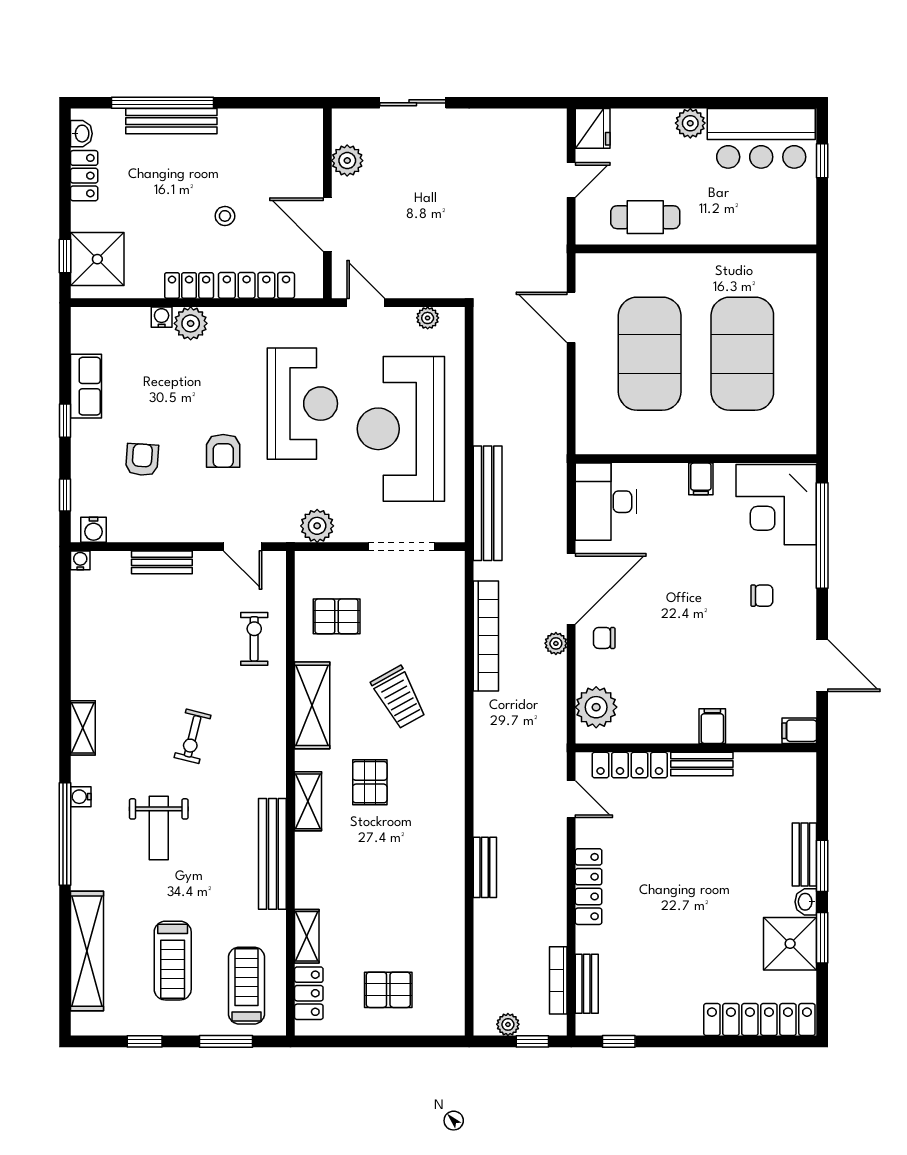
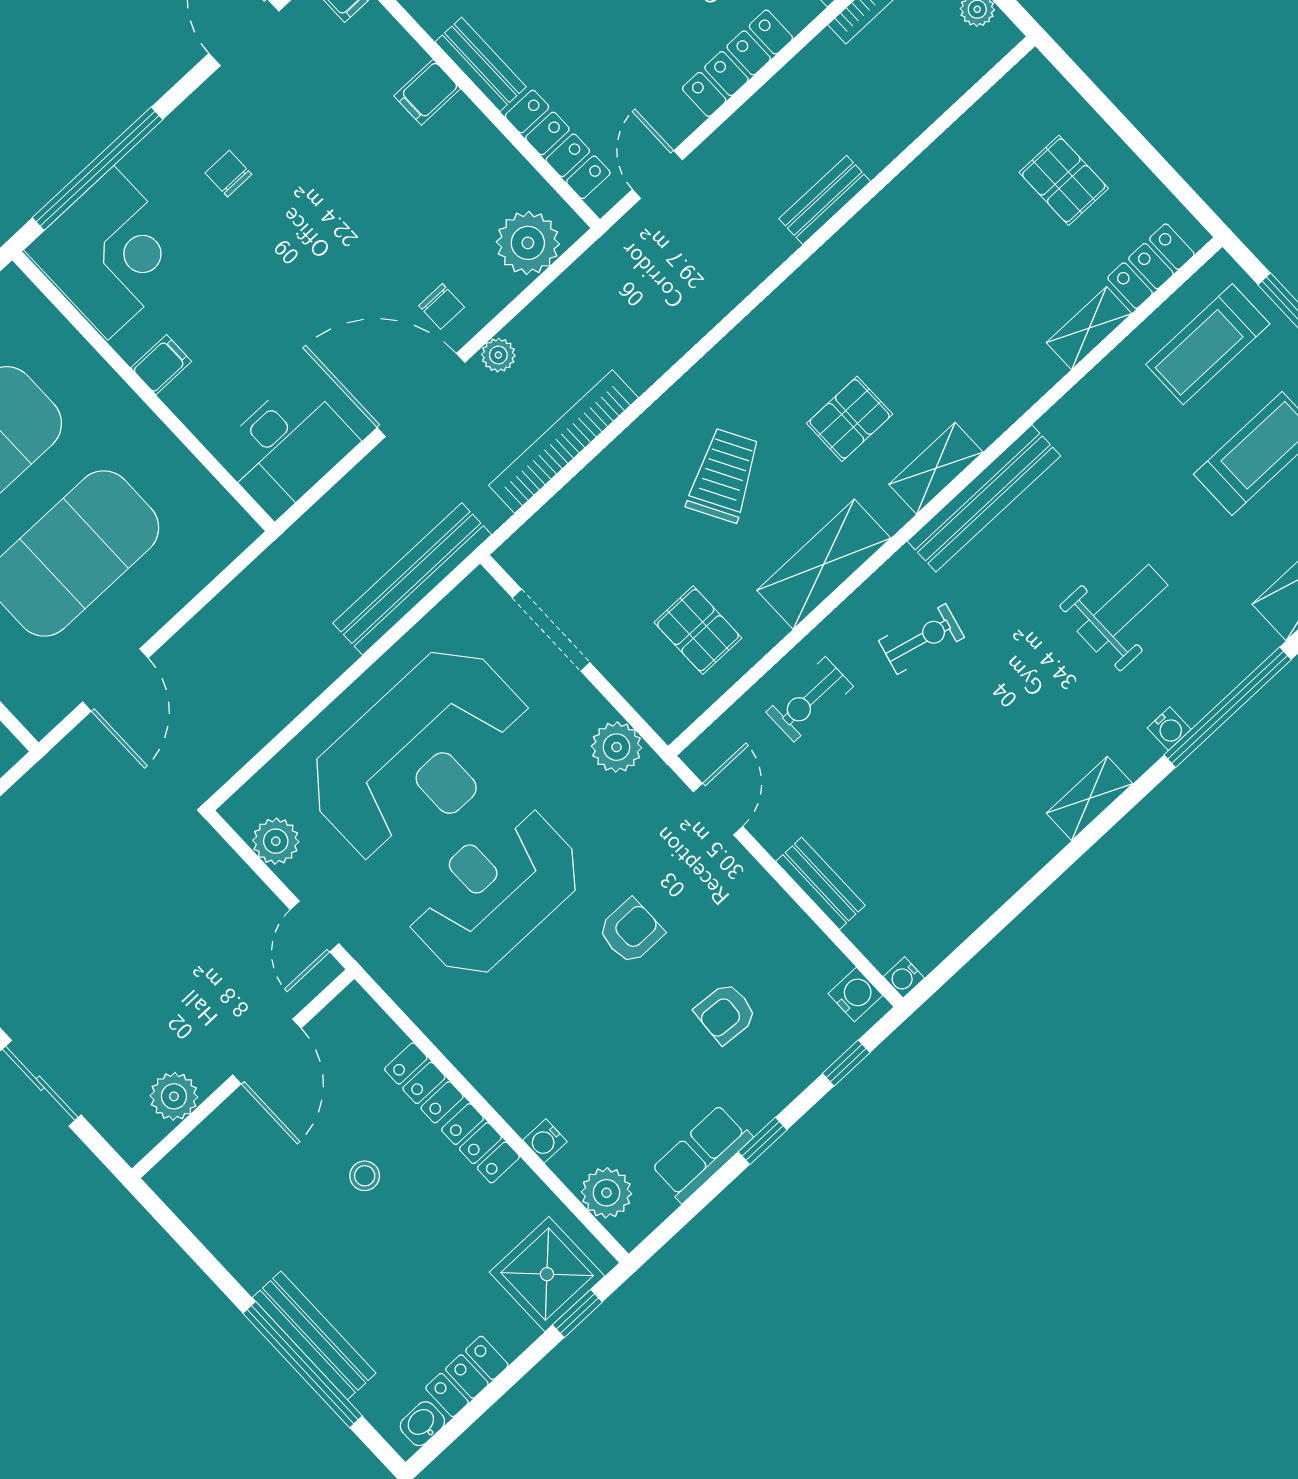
locker: (256, 285) -> (424, 1083), width x0.66
plant: (428, 318) -> (276, 841), width x1.38, depth x1.38
plant: (191, 323) -> (606, 1193), moved
exercise bike: (193, 736) -> (921, 639), moved
bench: (272, 854) -> (984, 498), moved

